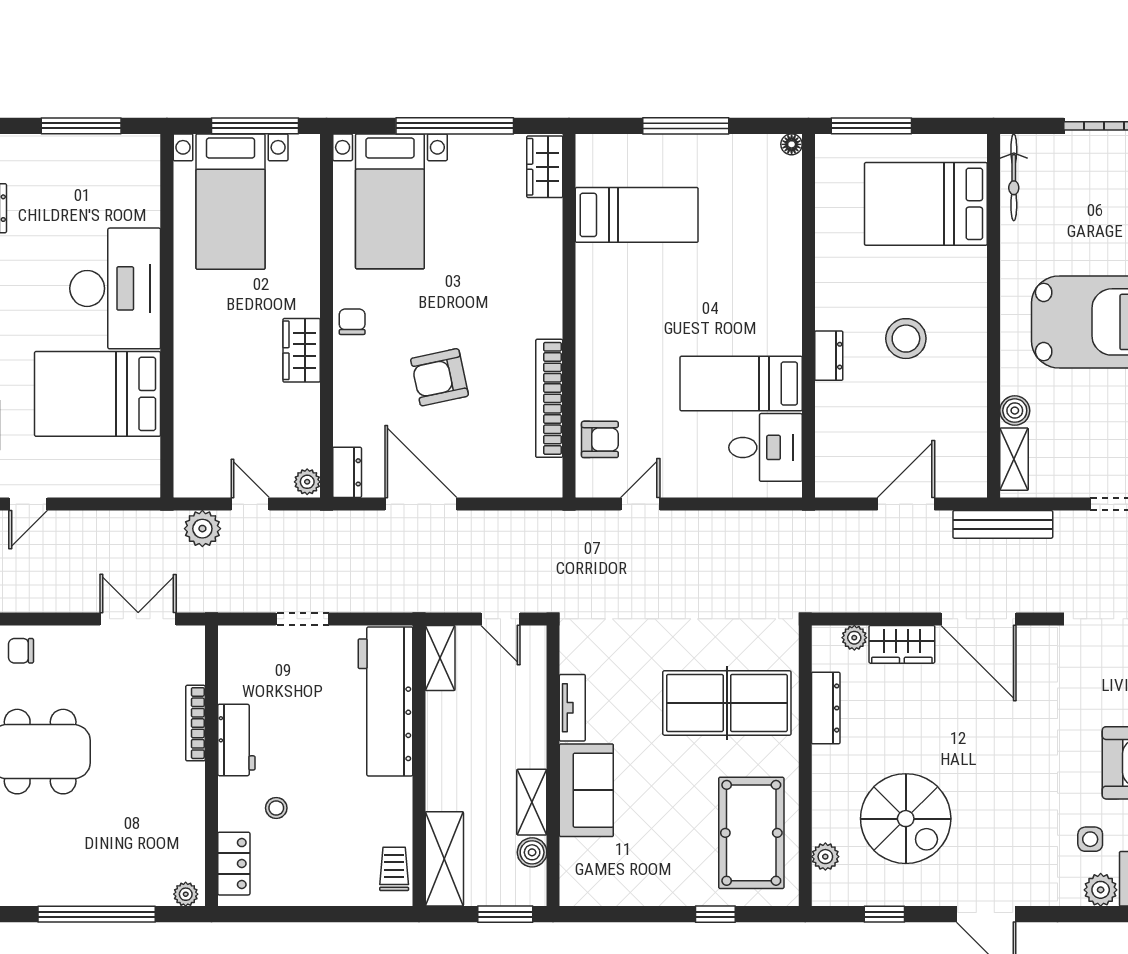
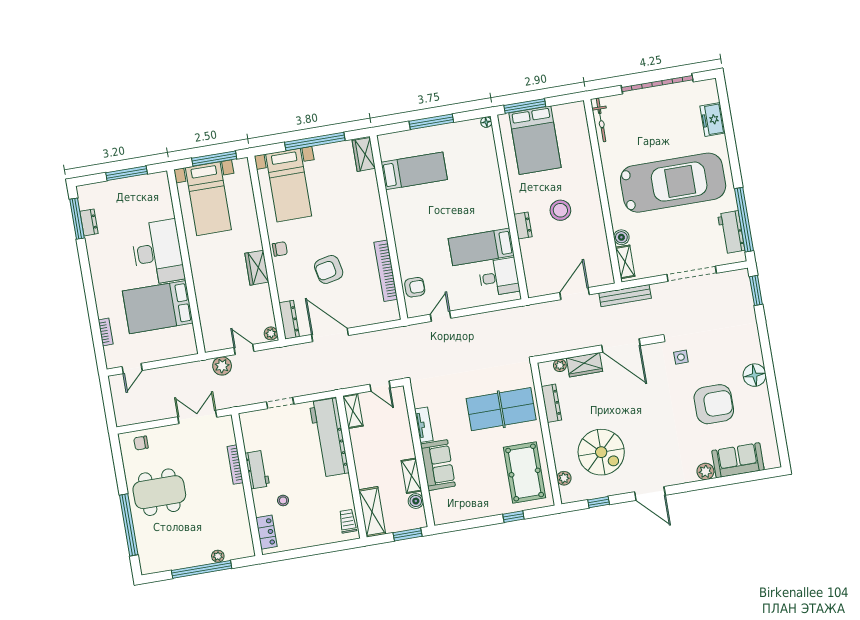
bed: (926, 204) -> (535, 140), moved, turned -90
chair: (352, 322) -> (280, 249), turned 90
dresser: (347, 472) -> (289, 320), width x1.44
side table: (1090, 839) -> (681, 357), moved
plant: (186, 894) -> (218, 556), moved

